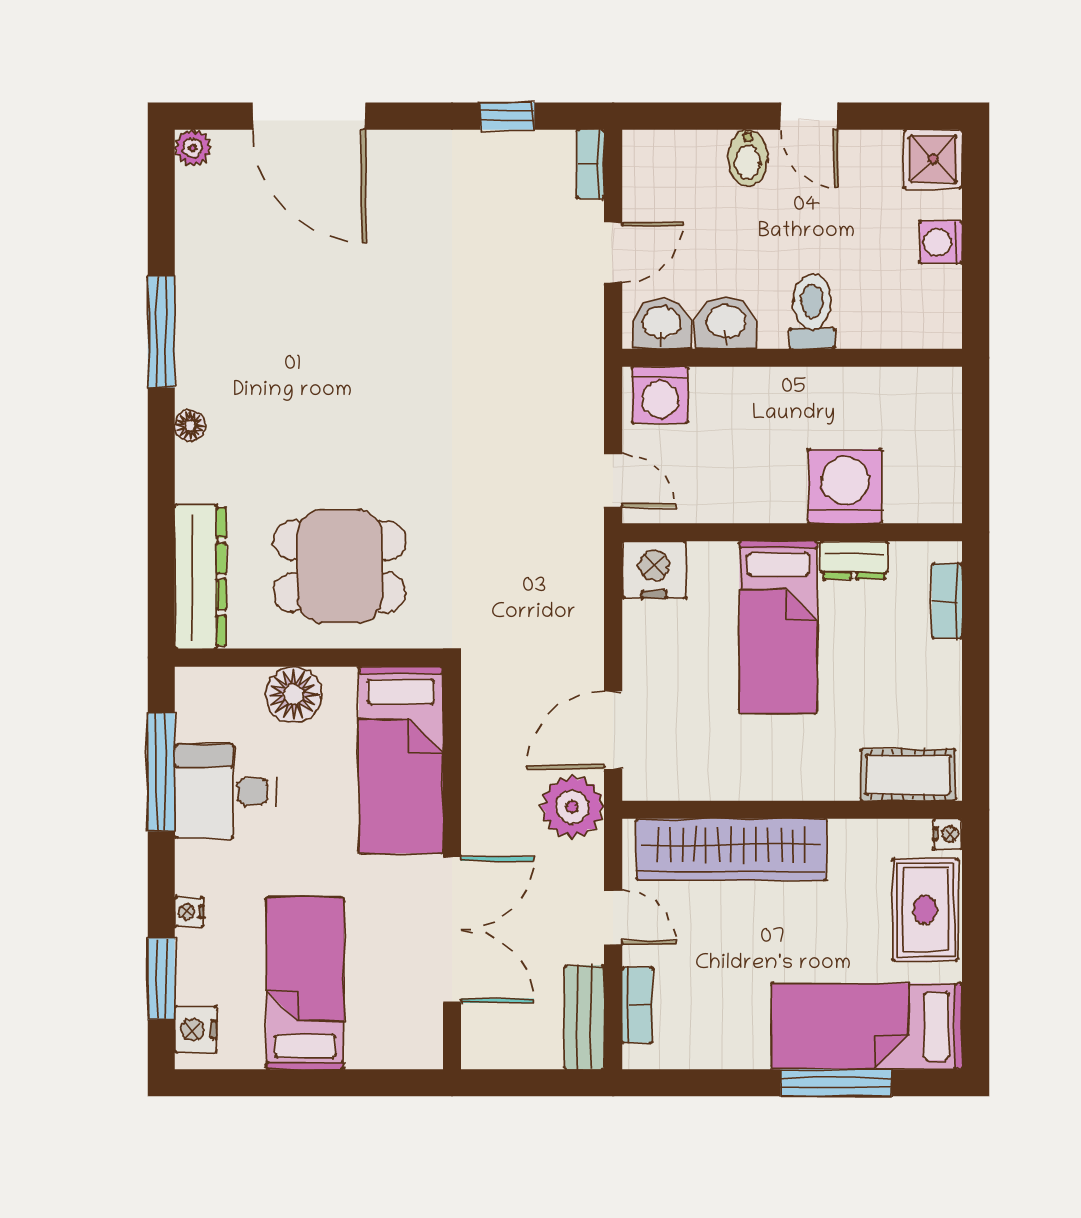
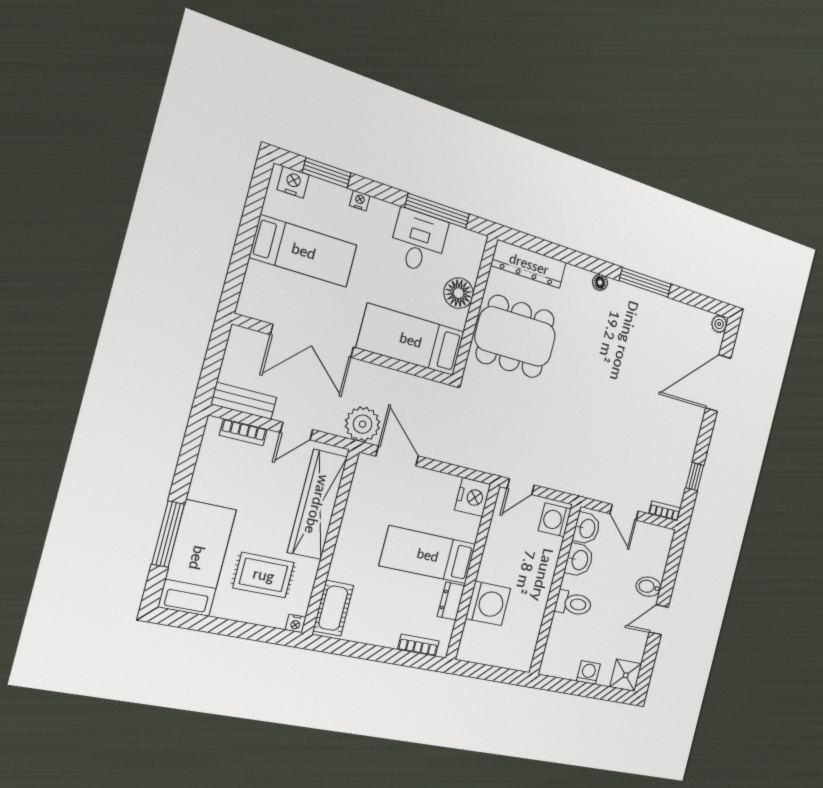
dining table: (340, 566) -> (515, 337), width x1.37
rug: (925, 910) -> (264, 575), moved

